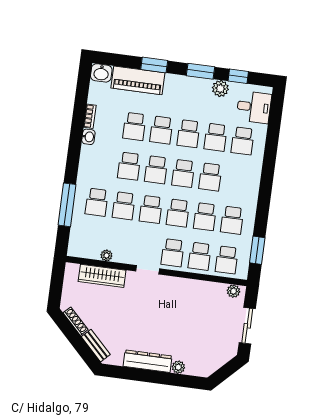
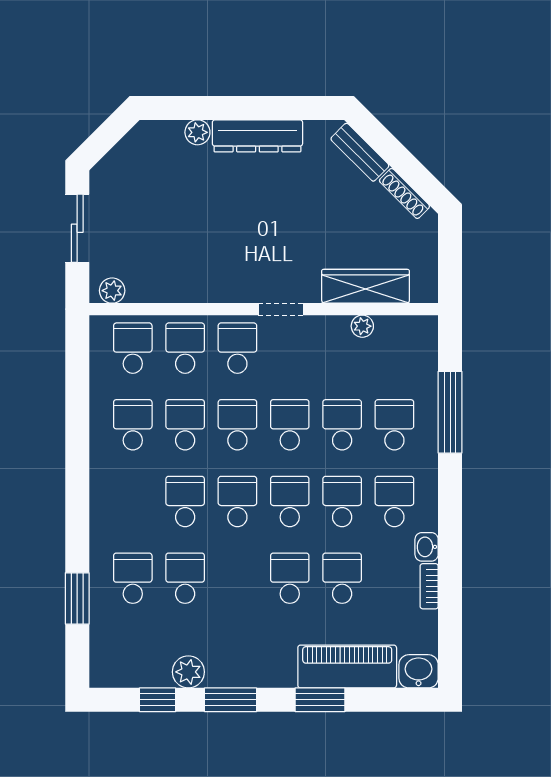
desk: (254, 107) -> (120, 645), removed
school desk: (188, 134) -> (394, 501), moved
window: (257, 250) -> (77, 598), moved

